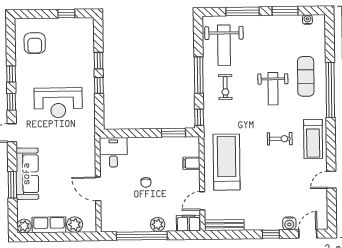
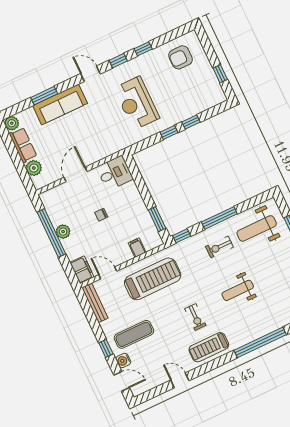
exercise mat: (306, 76) -> (134, 334), moved
plant: (158, 224) -> (63, 232), moved

